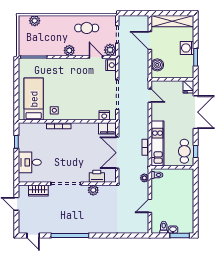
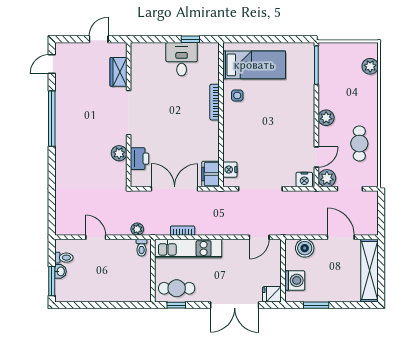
door: (150, 41) -> (341, 237), hinge flipped
washing machine: (187, 48) -> (295, 280), moved, turned 90
desk: (30, 162) -> (182, 59), moved

